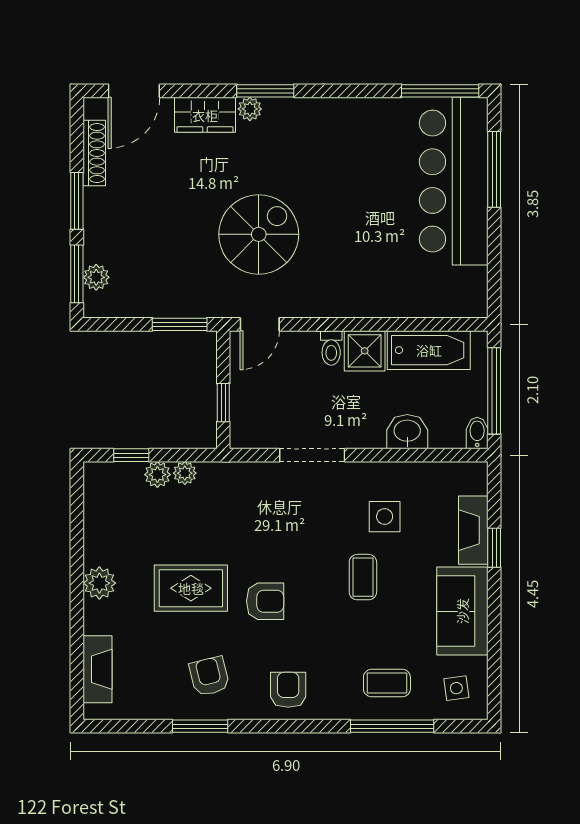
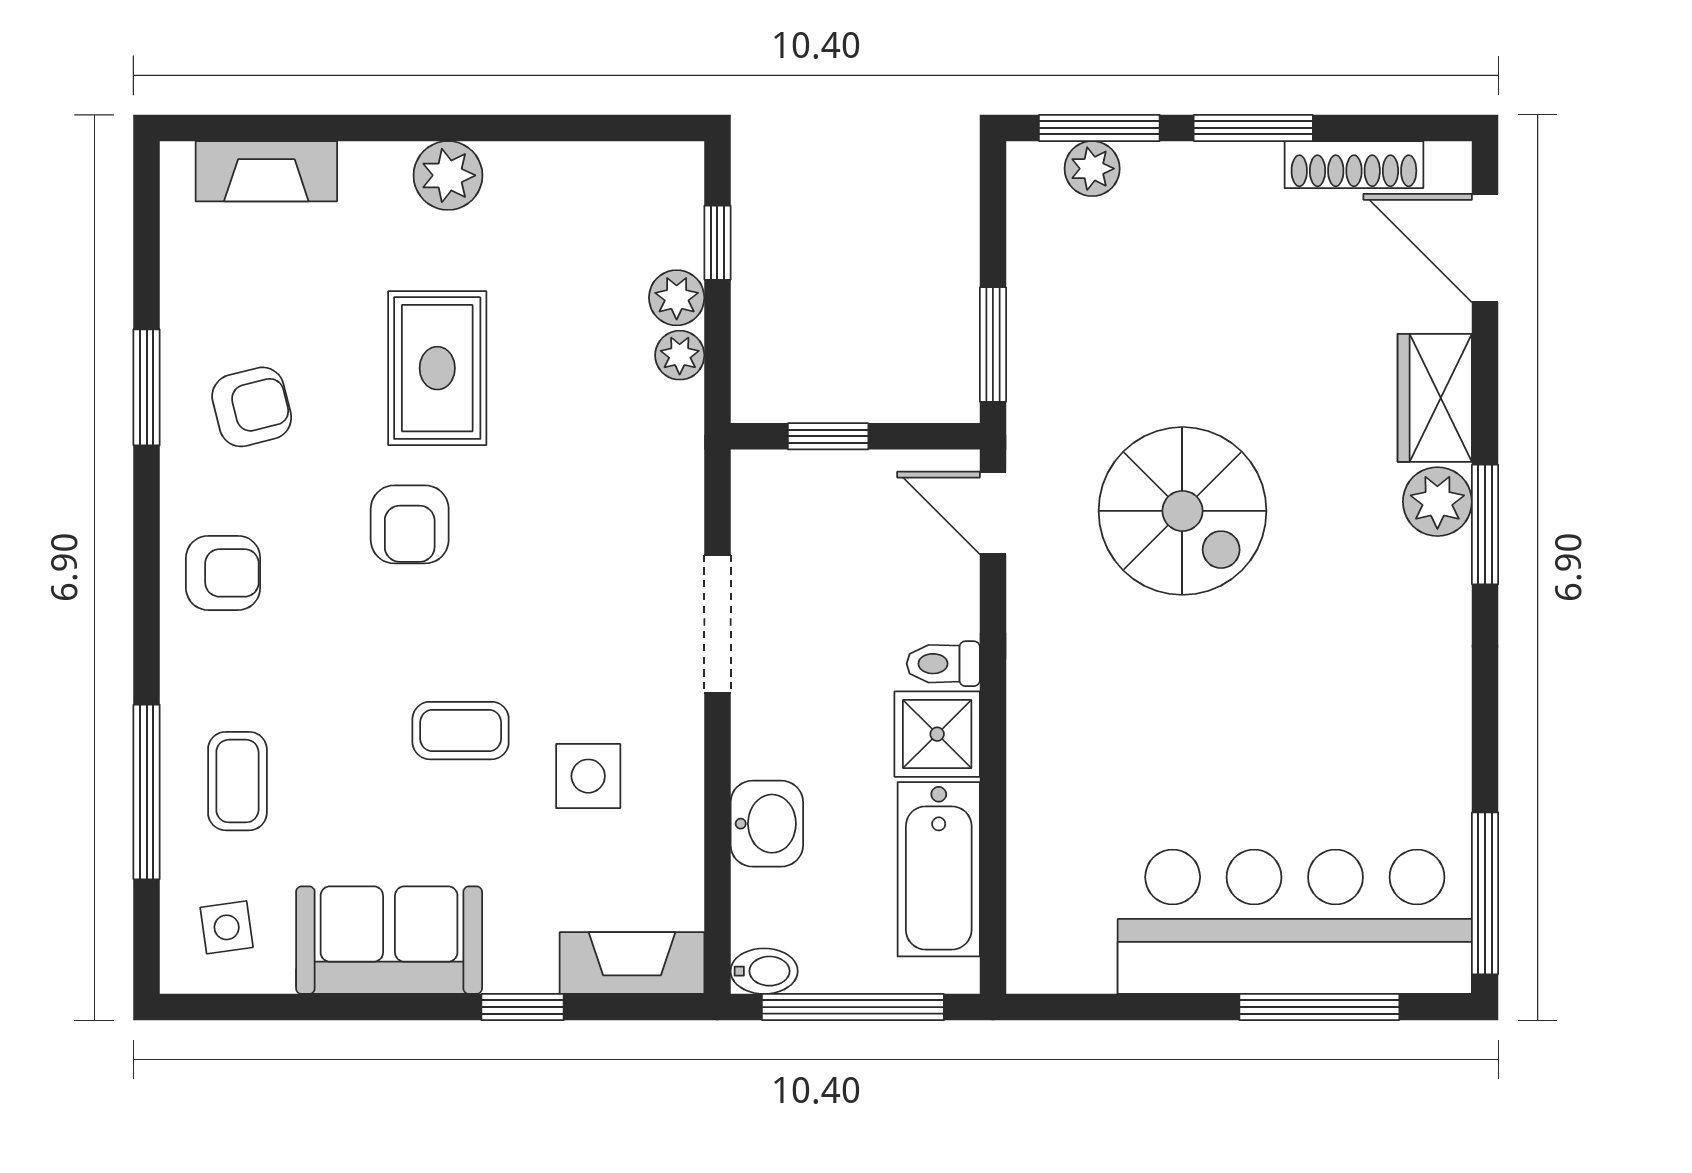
plant: (250, 109) -> (1437, 502), width x1.38, depth x1.38
fireplace: (473, 530) -> (632, 963), moved

